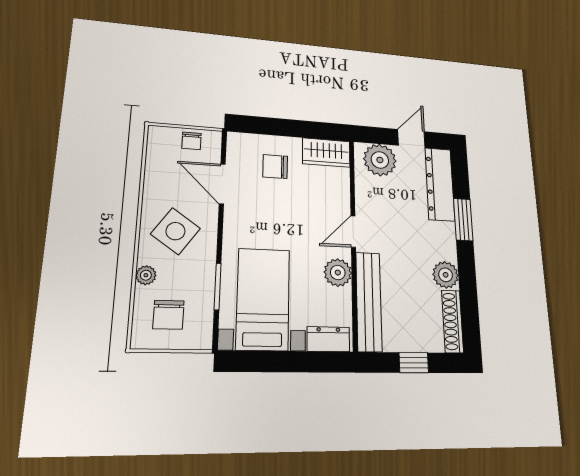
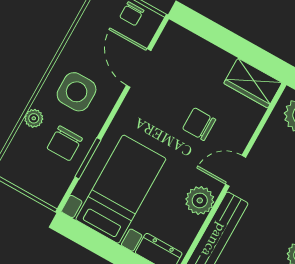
chair: (275, 167) -> (199, 124), moved
side table: (175, 231) -> (77, 92), turned -35
chair: (168, 315) -> (65, 143), moved

